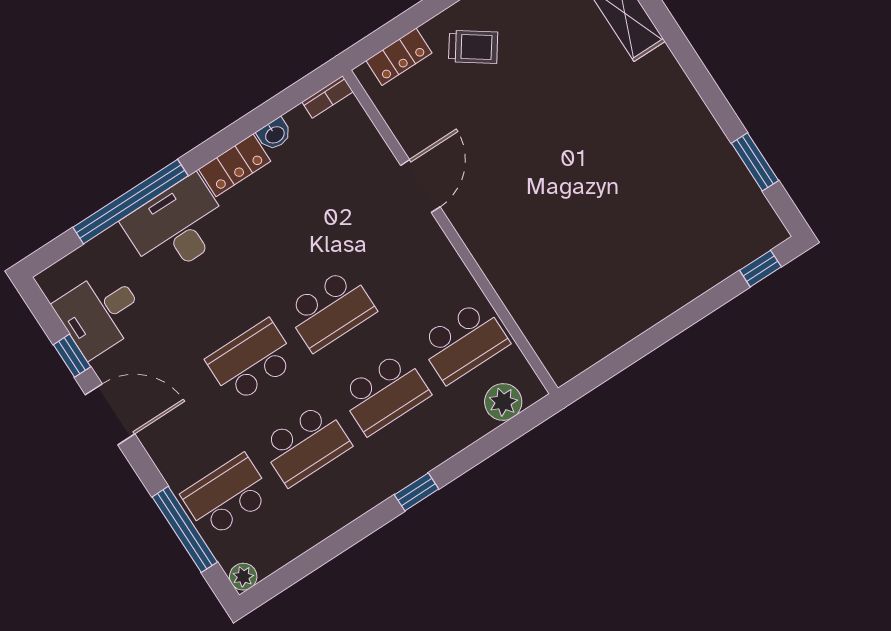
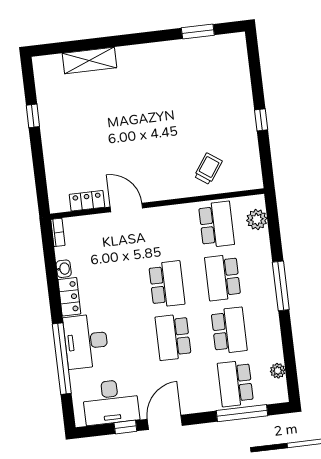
trolley: (473, 47) -> (208, 169), moved
locker: (399, 57) -> (87, 201), moved, turned -90
window: (760, 269) -> (261, 120), moved
desk: (100, 313) -> (111, 402), width x1.37
school desk: (385, 393) -> (223, 277), turned 180
window: (417, 492) -> (281, 286), width x2.17
plant: (243, 577) -> (278, 371), moved

